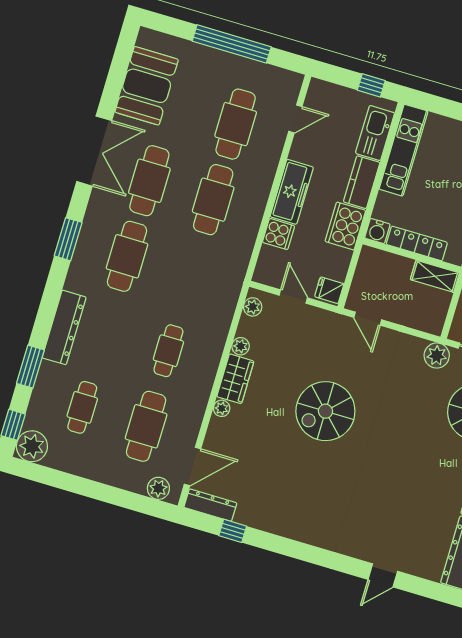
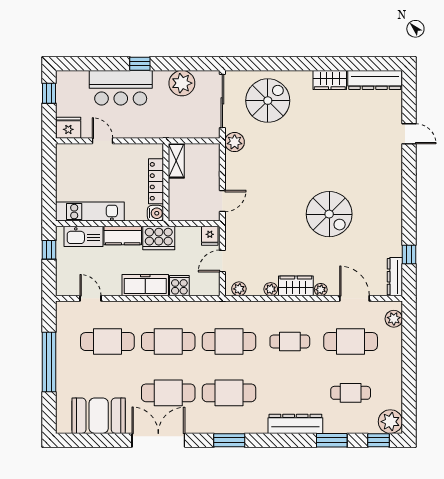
cafe table: (191, 275) -> (229, 342), added
spiral stairs: (325, 411) -> (329, 214), moved
door: (192, 467) -> (355, 298), moved

